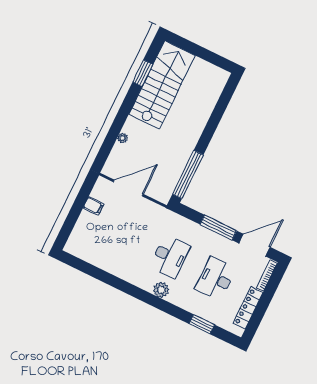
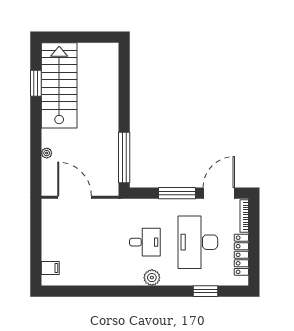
door: (128, 188) -> (75, 197), hinge flipped
filing cabinet: (93, 206) -> (50, 268), moved
desk: (170, 256) -> (145, 242), width x0.73
desk: (216, 279) -> (198, 242), width x1.36, depth x1.30

